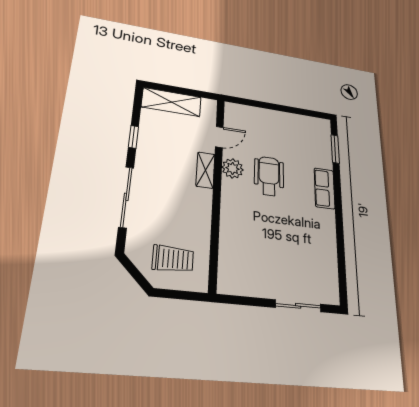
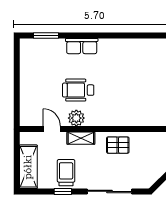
pallet: (193, 217) -> (118, 145), added
trolley: (173, 259) -> (66, 173), moved

